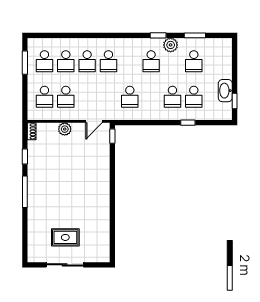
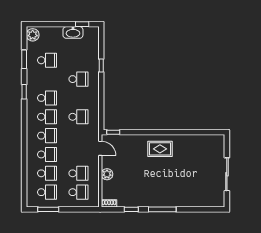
plant: (171, 45) -> (33, 35), moved
school desk: (194, 97) -> (47, 117), moved
rug: (65, 237) -> (160, 149), moved, turned 90

